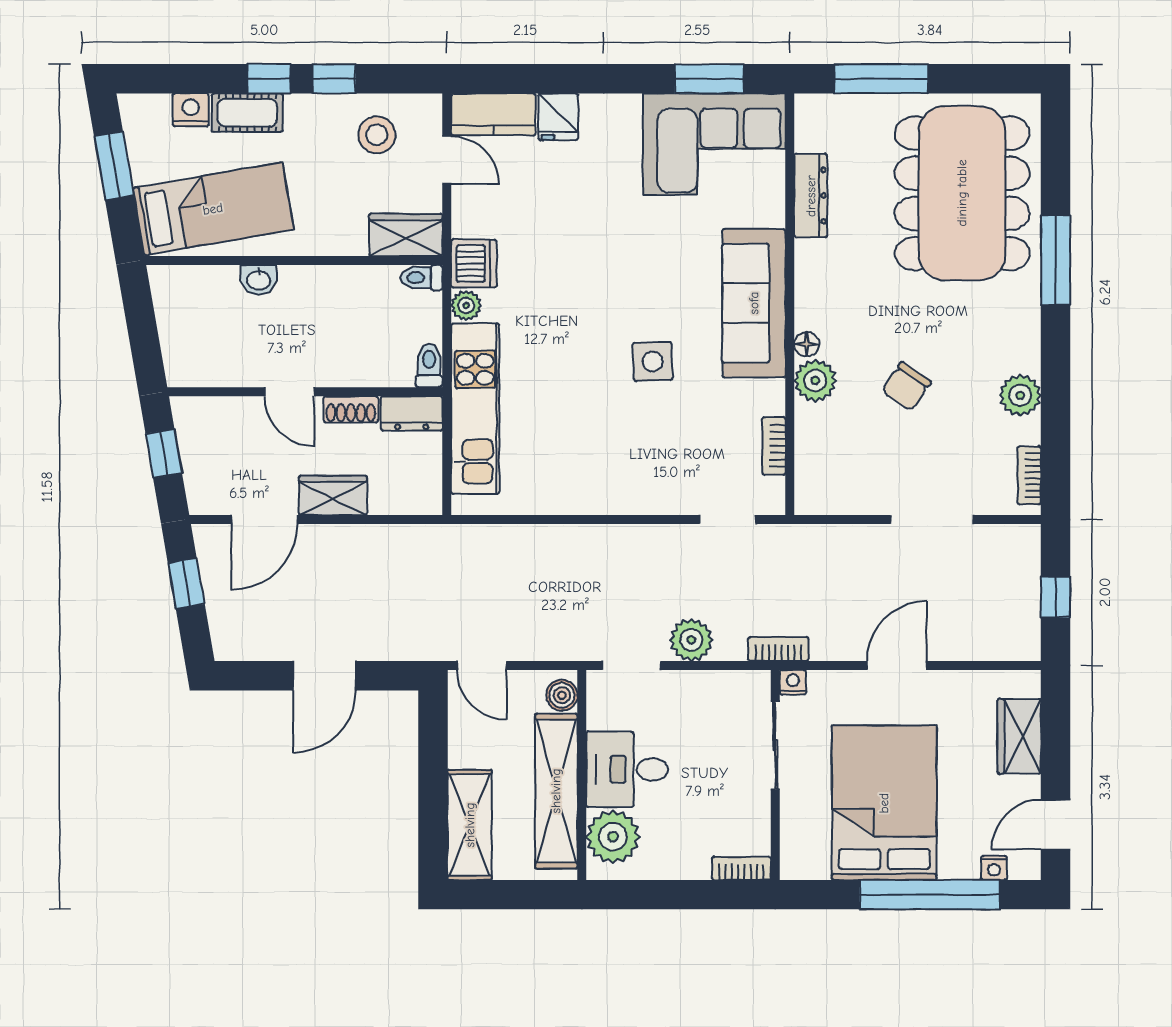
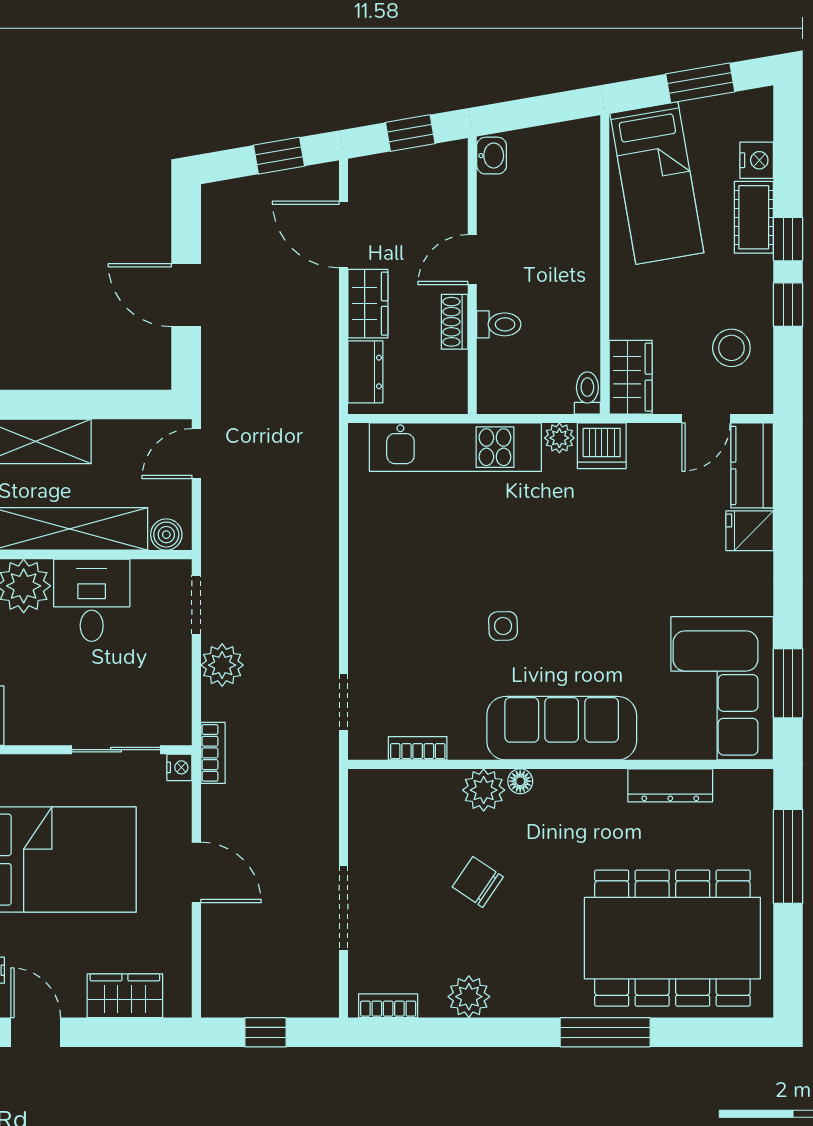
washbasin: (259, 280) -> (492, 156), moved, turned 180
side table: (653, 361) -> (503, 626), width x0.73, depth x0.73
toilet: (429, 366) -> (499, 324), moved
dresser: (412, 413) -> (365, 372), moved, turned 180

